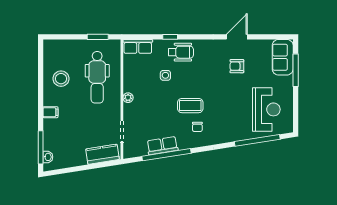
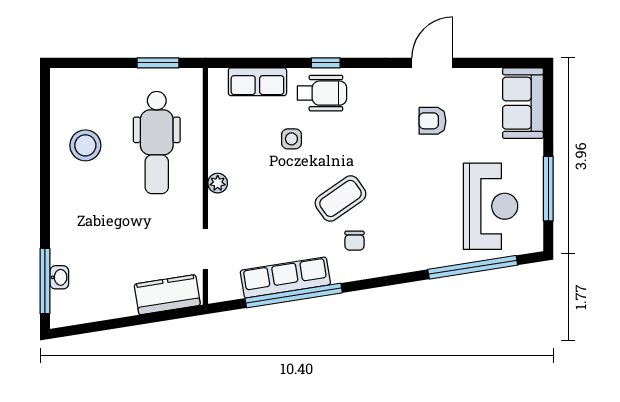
window: (170, 37) -> (326, 63), moved
row of seats: (138, 46) -> (257, 82), moved
window: (296, 70) -> (548, 189), moved
coffee table: (190, 106) -> (340, 198), turned -35
filing cabinet: (50, 112) -> (64, 212), removed
row of seats: (162, 146) -> (285, 278), width x1.48
washbasin: (48, 157) -> (59, 277), moved

